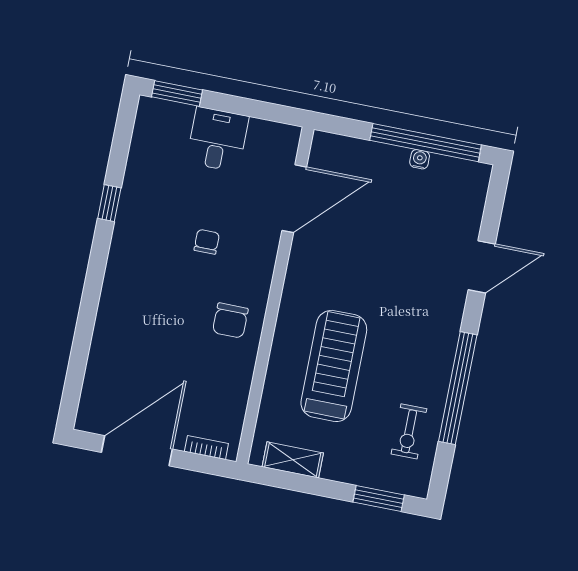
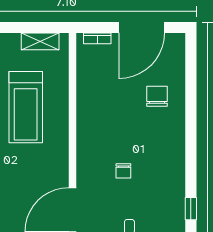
window: (109, 203) -> (191, 209), moved
chair: (230, 321) -> (157, 96), moved

